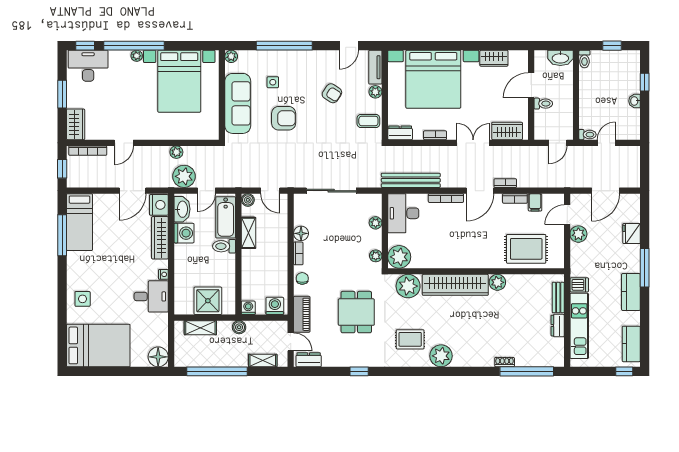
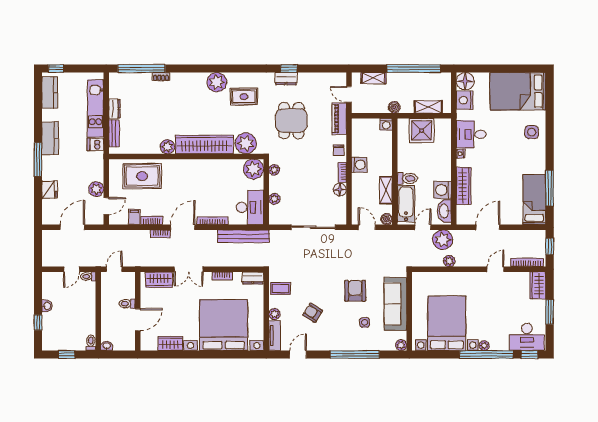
washbasin: (560, 58) -> (107, 346), width x0.52, depth x0.69
armchair: (284, 118) -> (355, 291), turned 90
nightstand: (159, 205) -> (465, 100), moved
washing machine: (275, 306) -> (359, 165), moved, turned -90
dresser: (309, 360) -> (286, 79), moved

